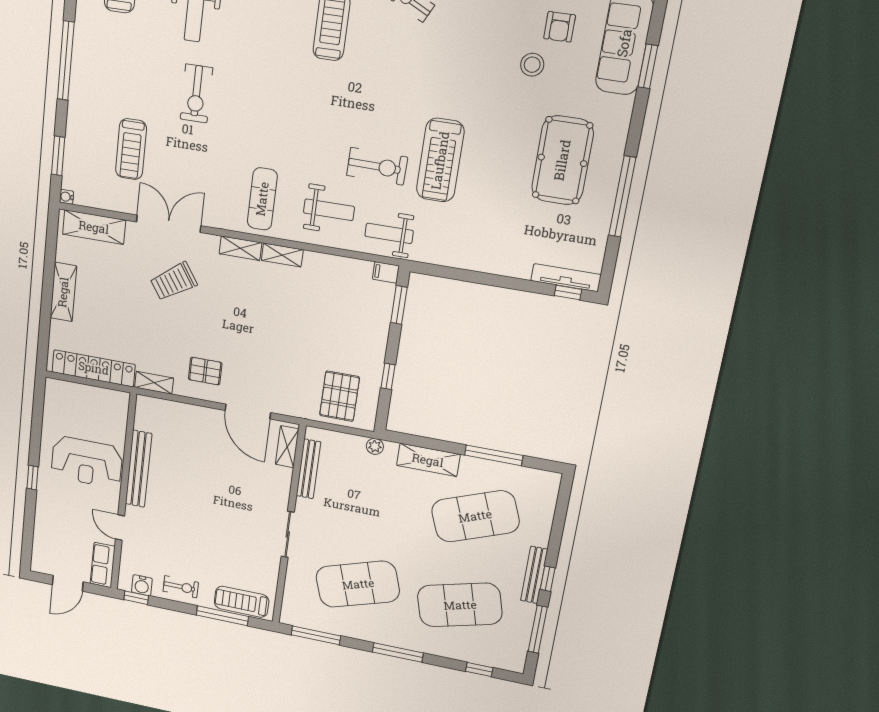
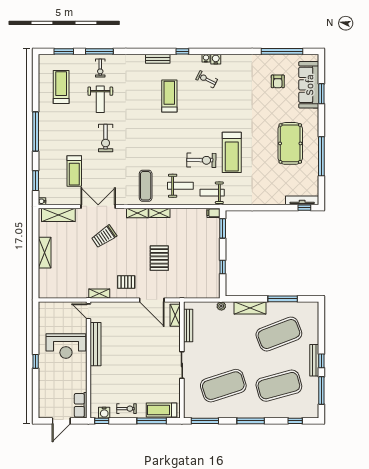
stool: (532, 65) -> (268, 101), removed
locker: (94, 368) -> (65, 292), removed
pallet: (340, 396) -> (159, 258), moved
door: (120, 528) -> (88, 311), moved

